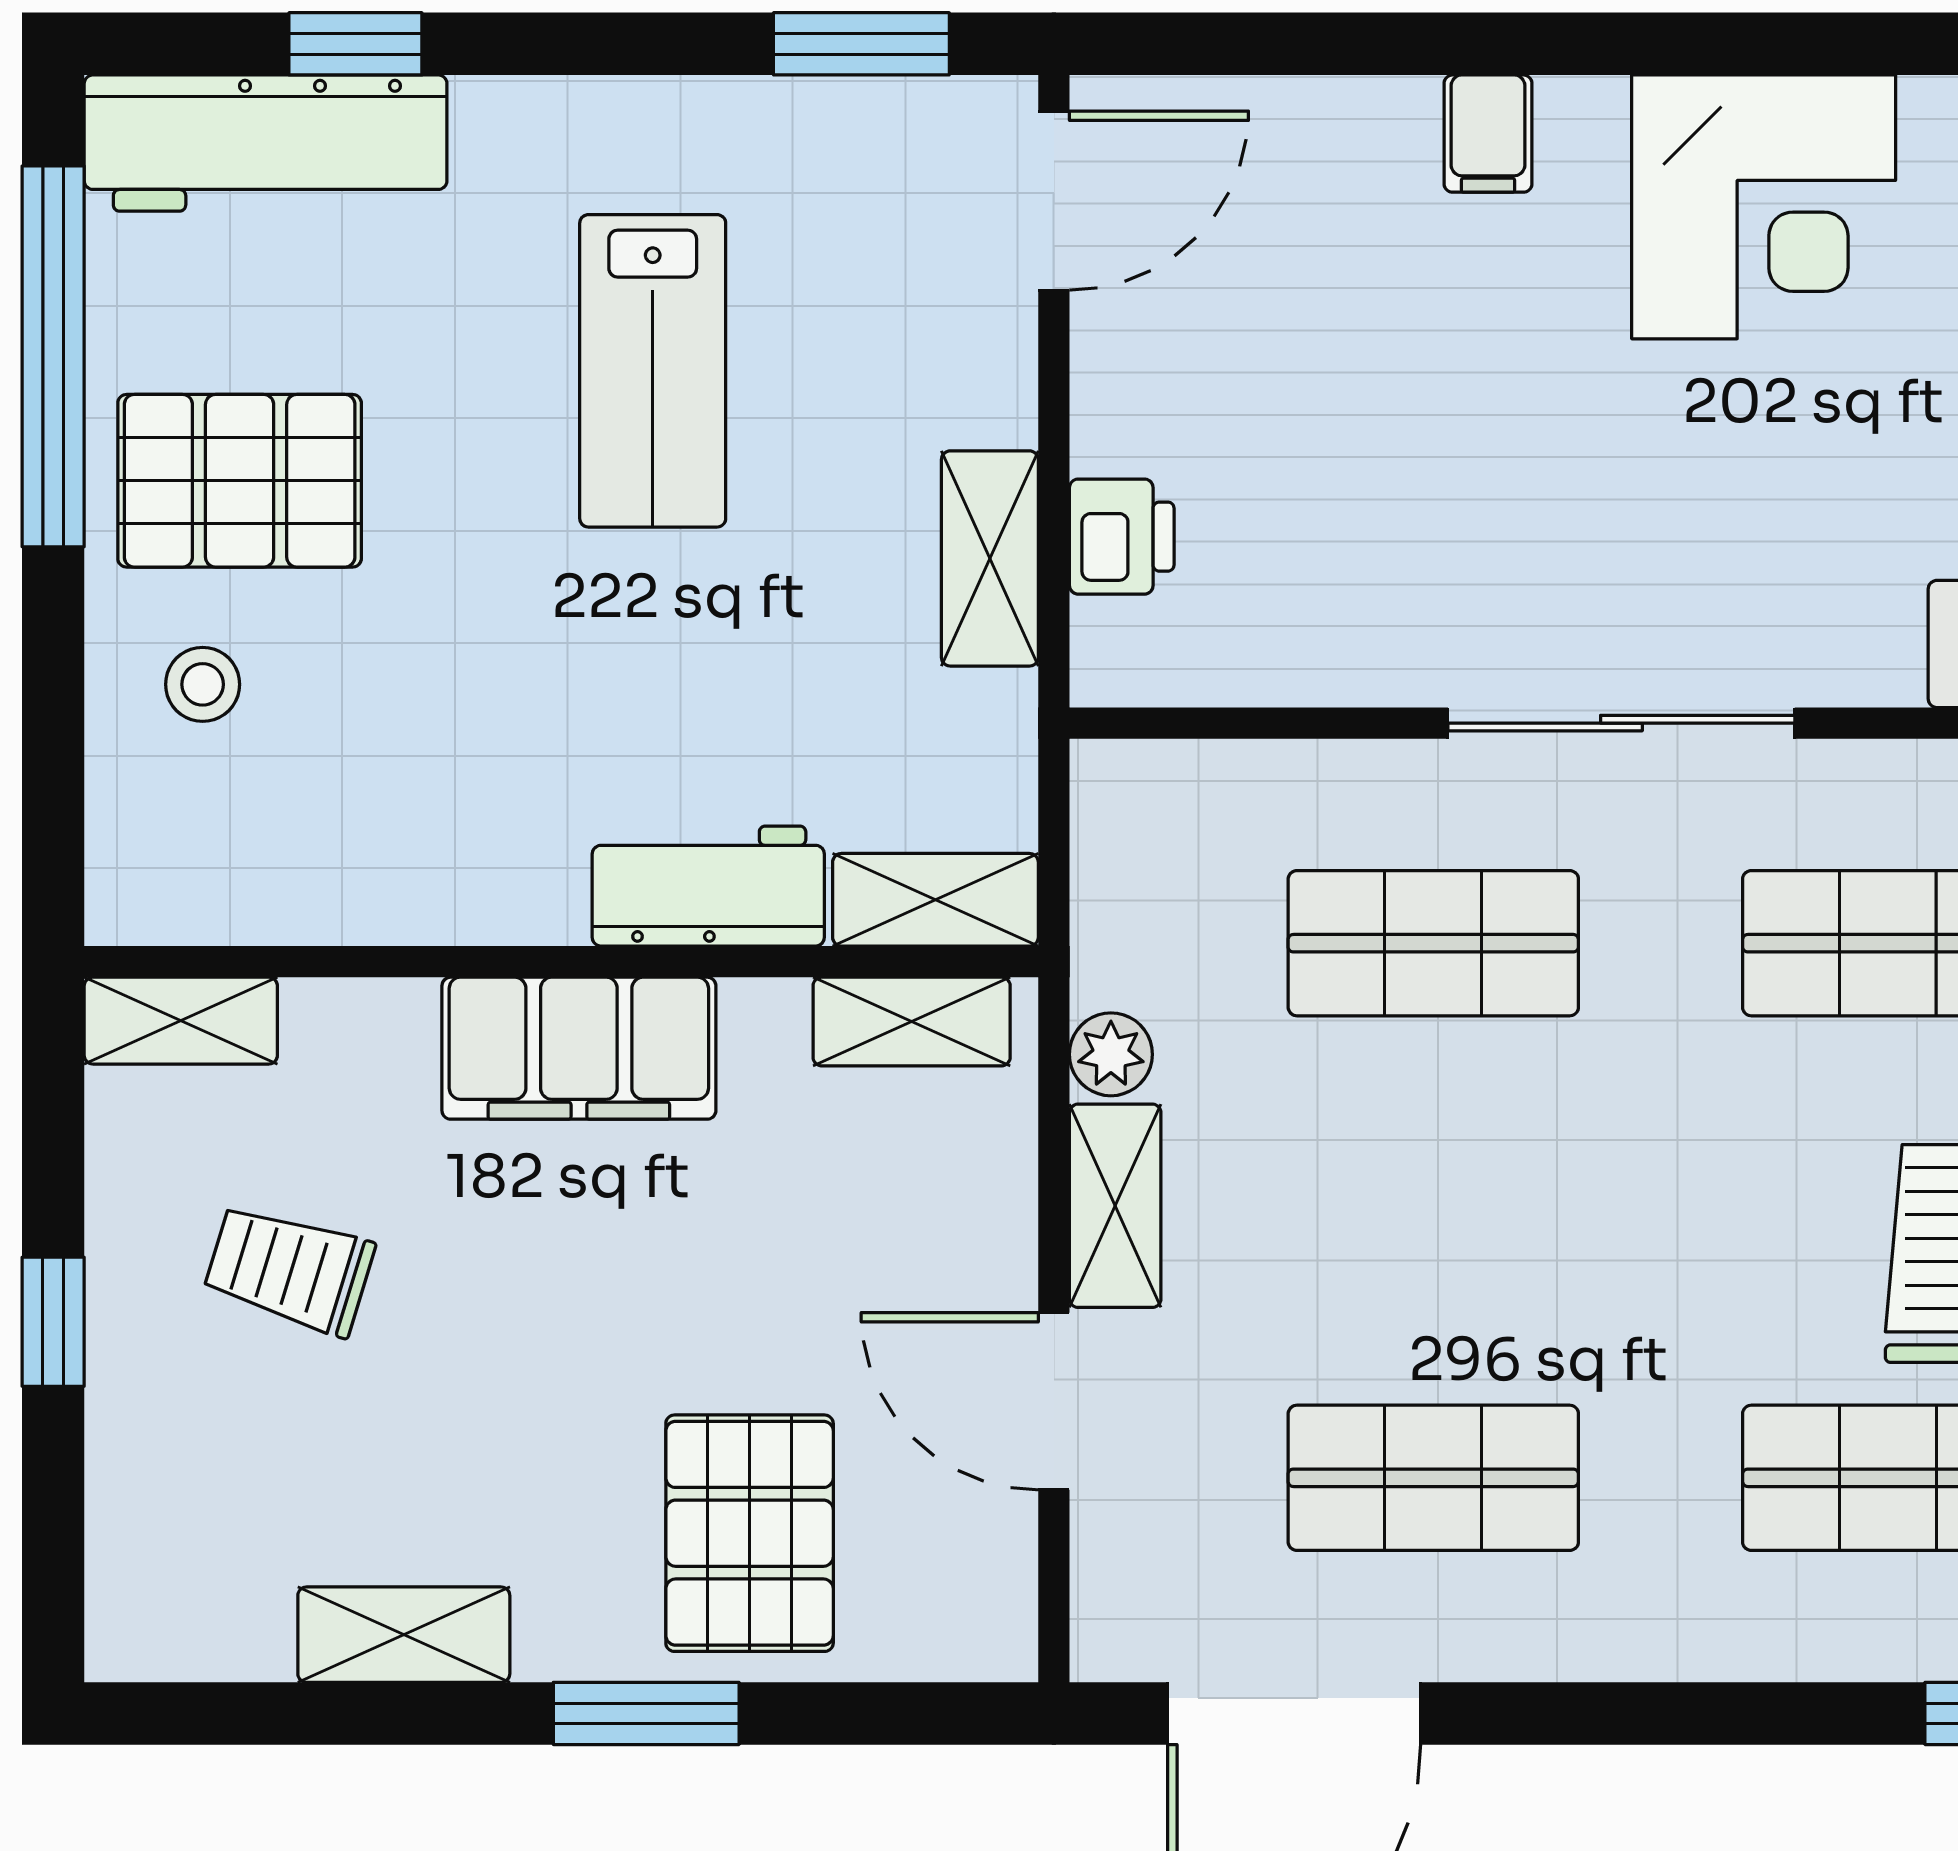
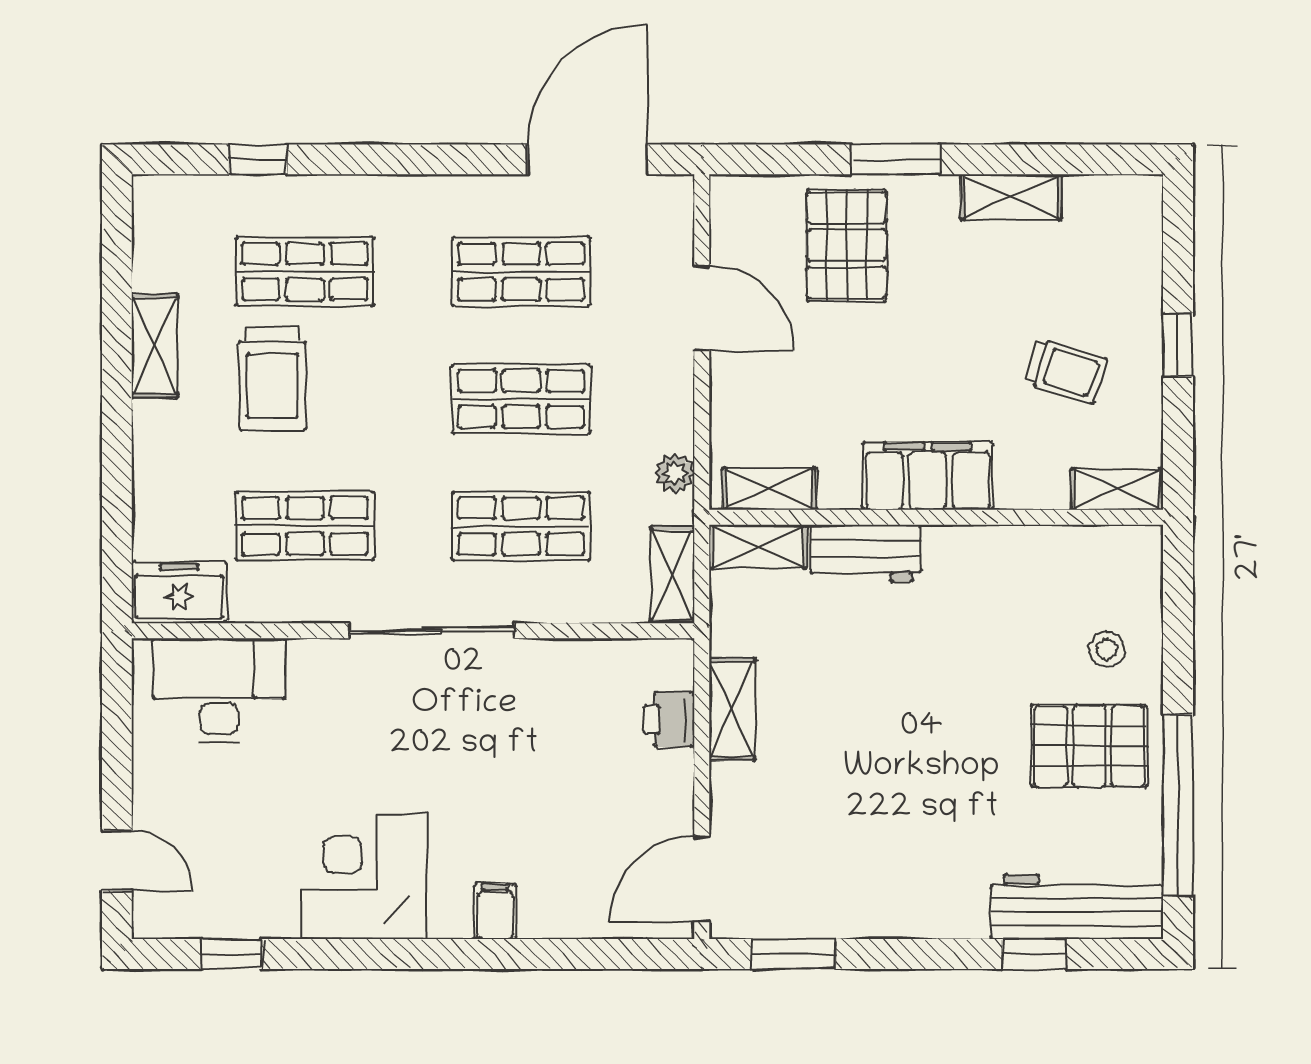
lab bench: (653, 371) -> (893, 798), removed
shelving: (1115, 1206) -> (673, 575), moved
shop shelf: (1433, 1210) -> (521, 399), added

